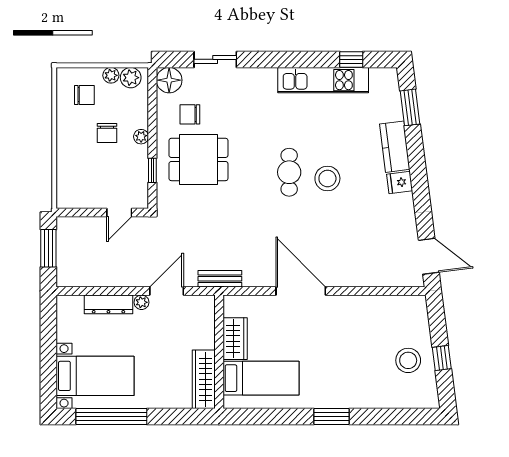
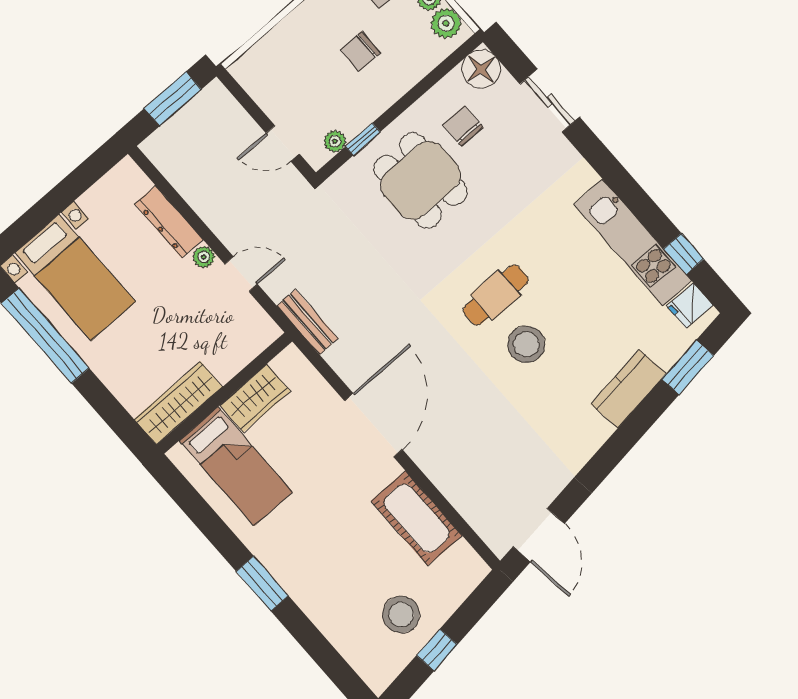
plant: (141, 137) -> (335, 141), moved
fridge: (400, 182) -> (690, 306), moved, turned -83
door: (167, 291) -> (241, 274), width x0.73
cot: (367, 310) -> (417, 518), added

